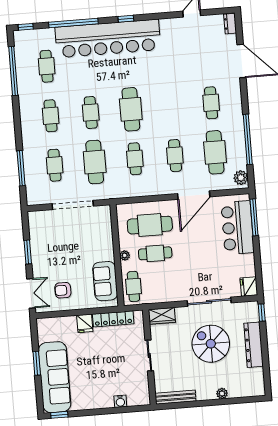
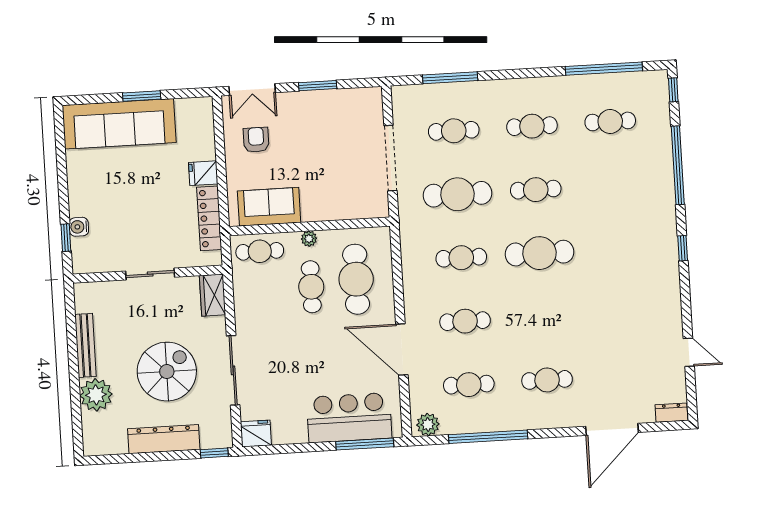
bar counter: (108, 38) -> (652, 219), removed
cafe table: (215, 152) -> (469, 385), width x0.73, depth x0.74
plant: (222, 393) -> (96, 395), width x1.88, depth x1.88
bench: (176, 397) -> (85, 345), moved
window: (59, 415) -> (66, 238), moved

